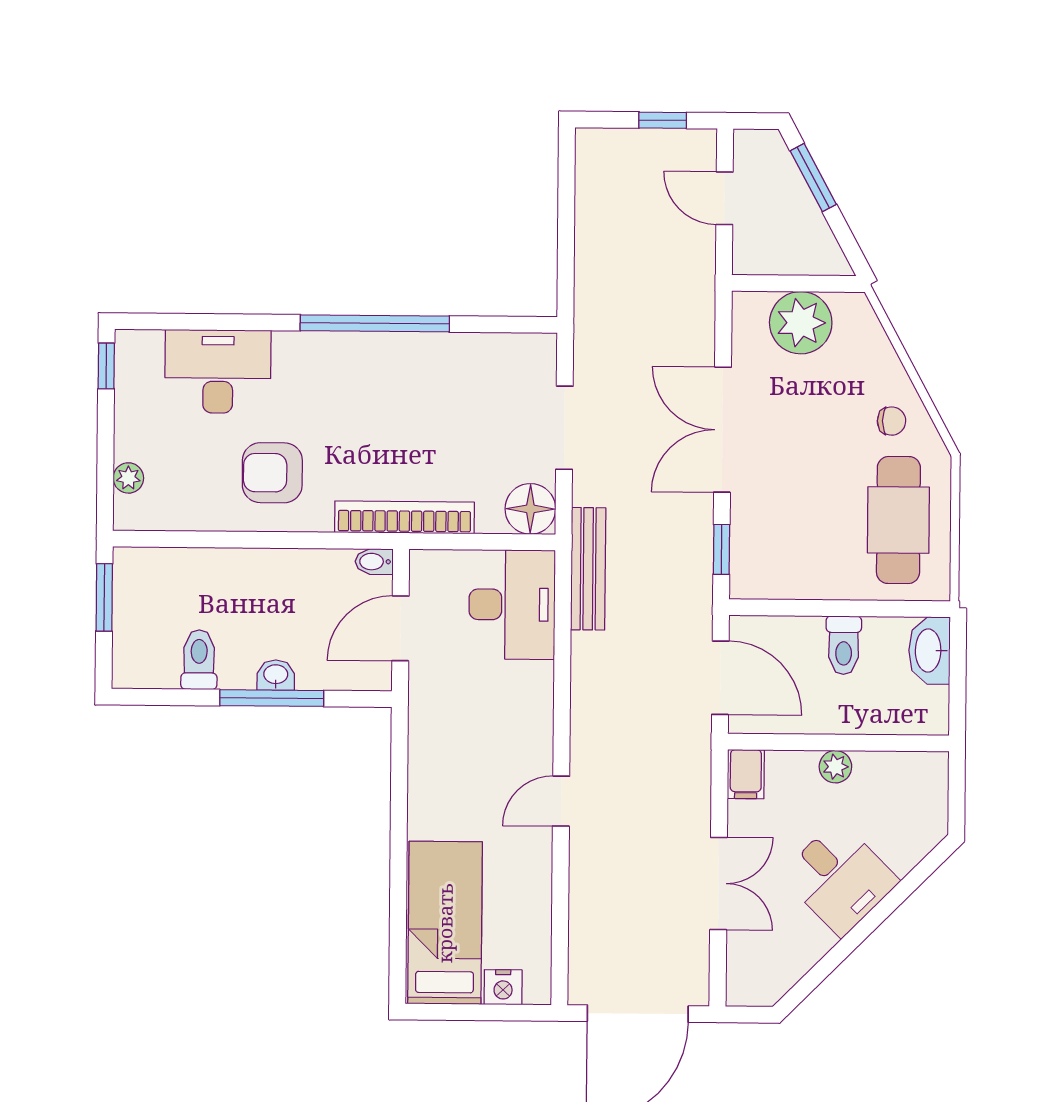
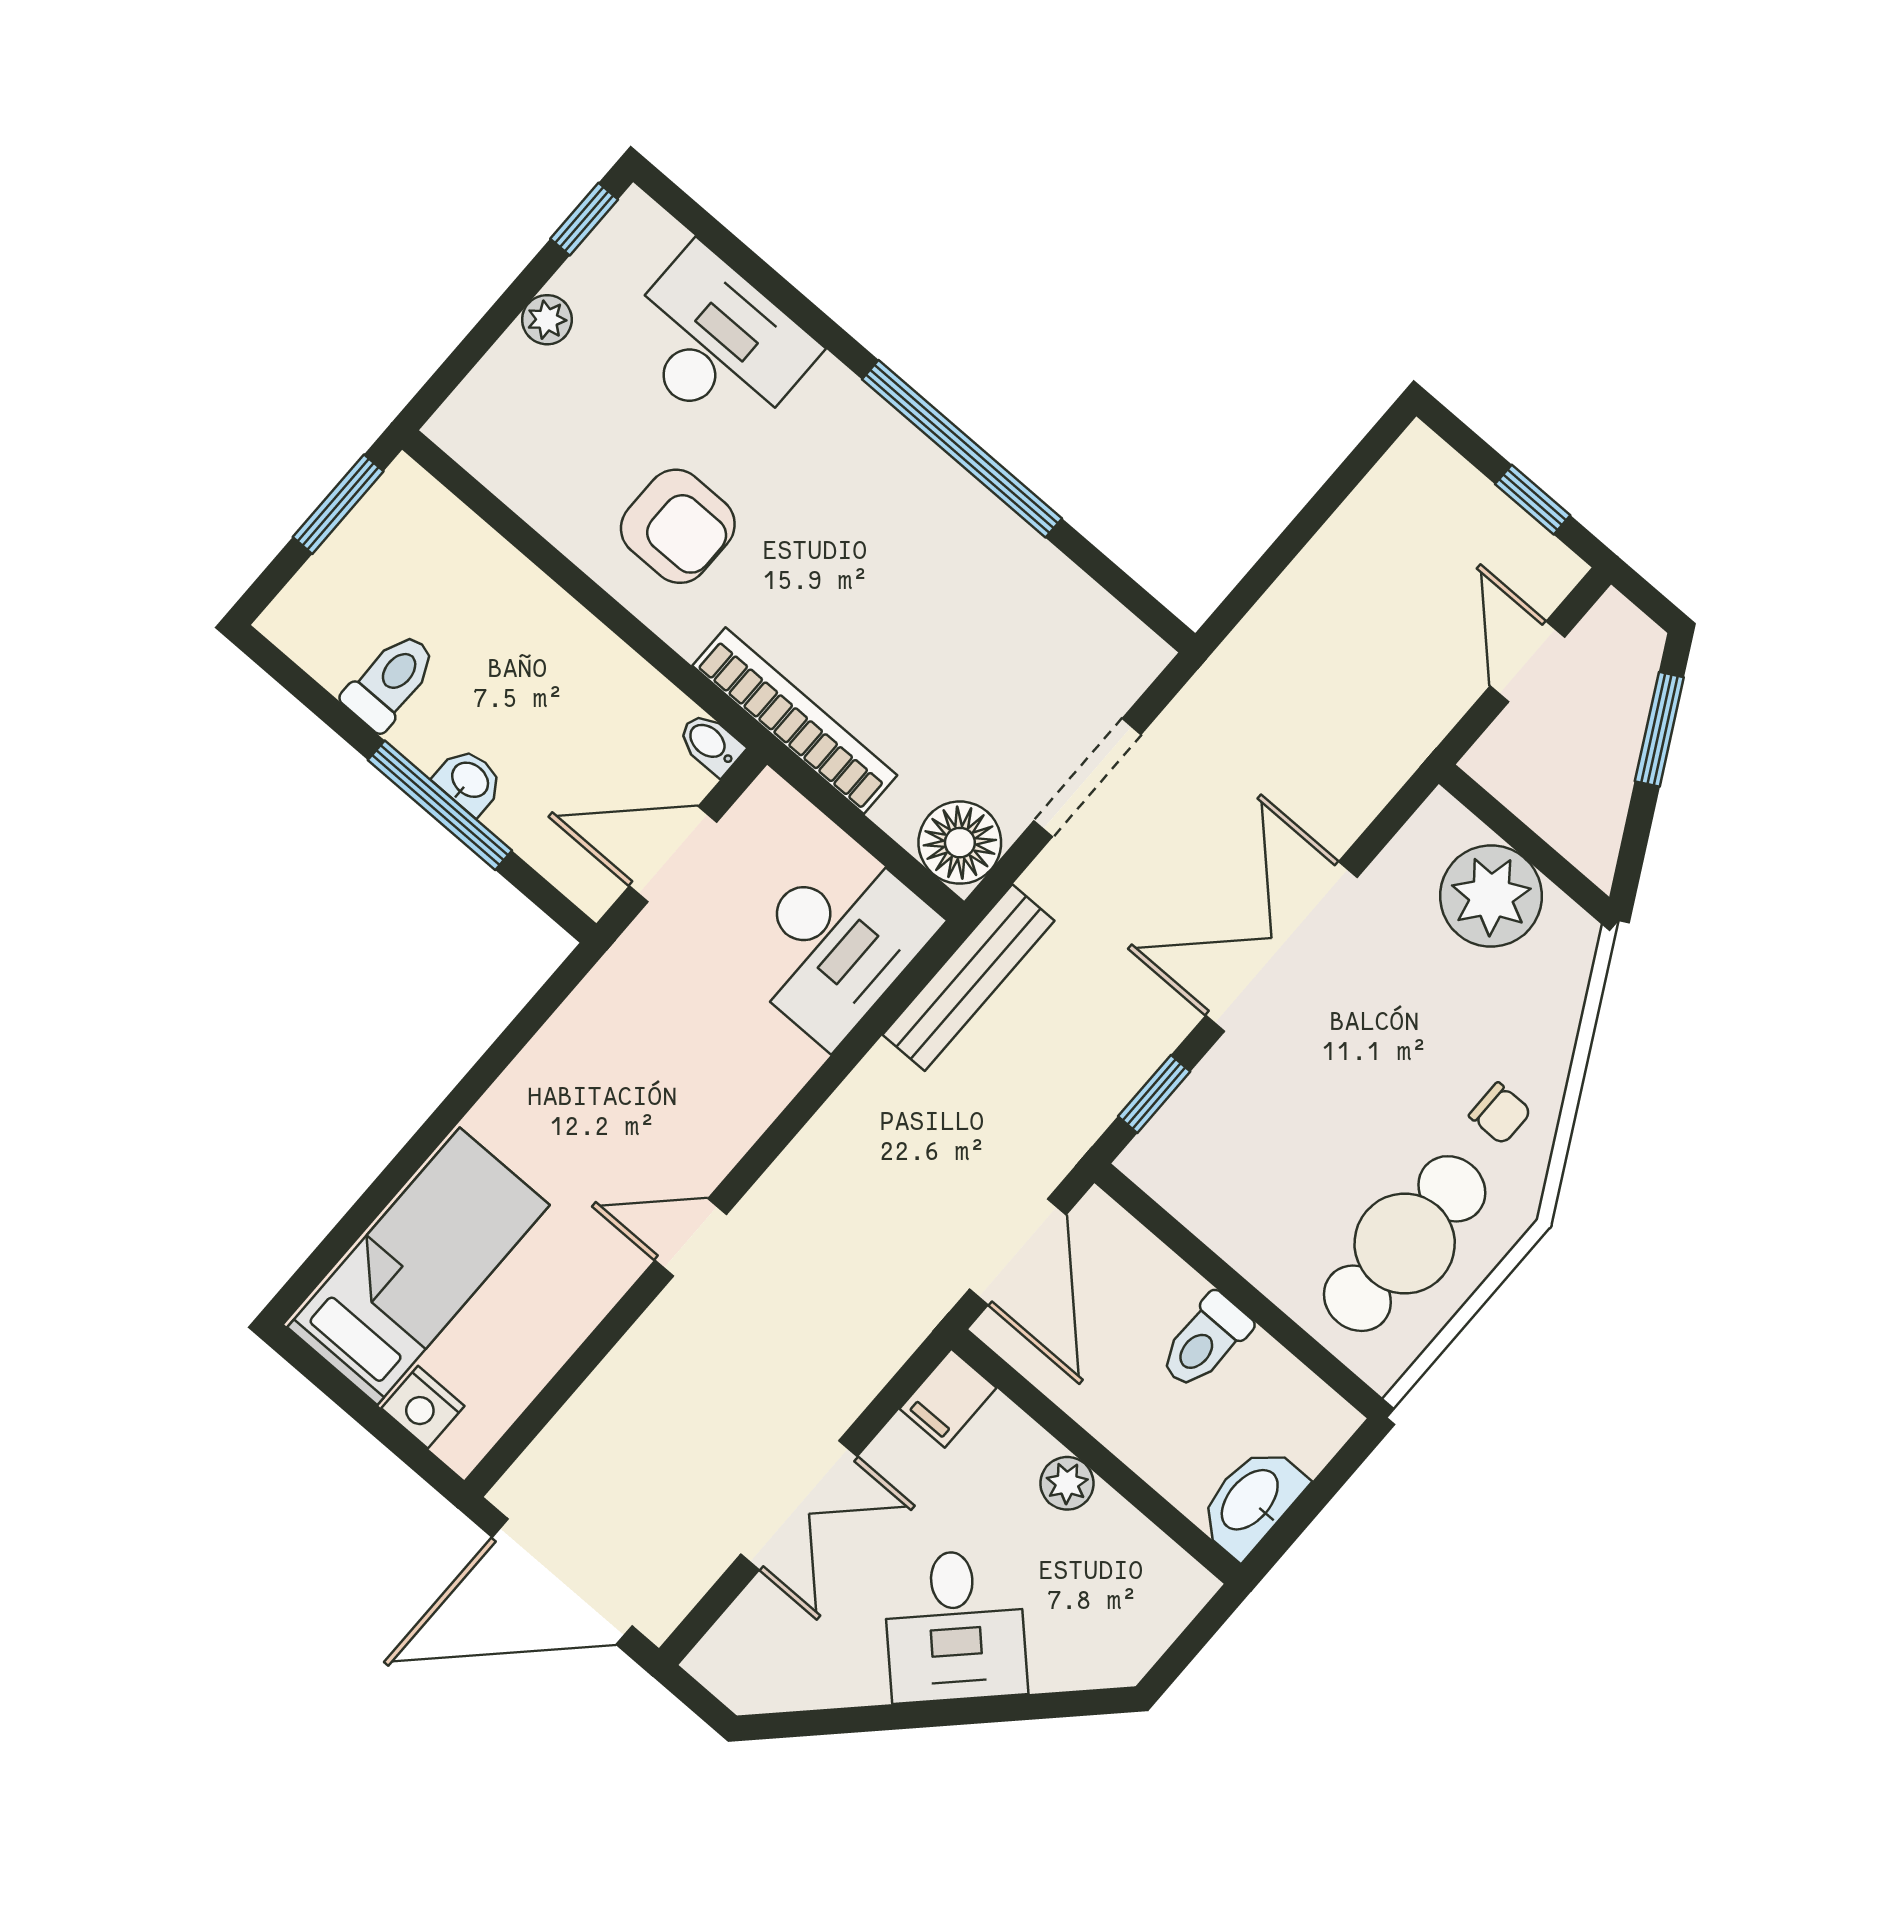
armchair: (272, 473) -> (678, 526), turned 180
plant: (128, 478) -> (547, 320), moved
washbasin: (929, 650) -> (1251, 1501), moved

